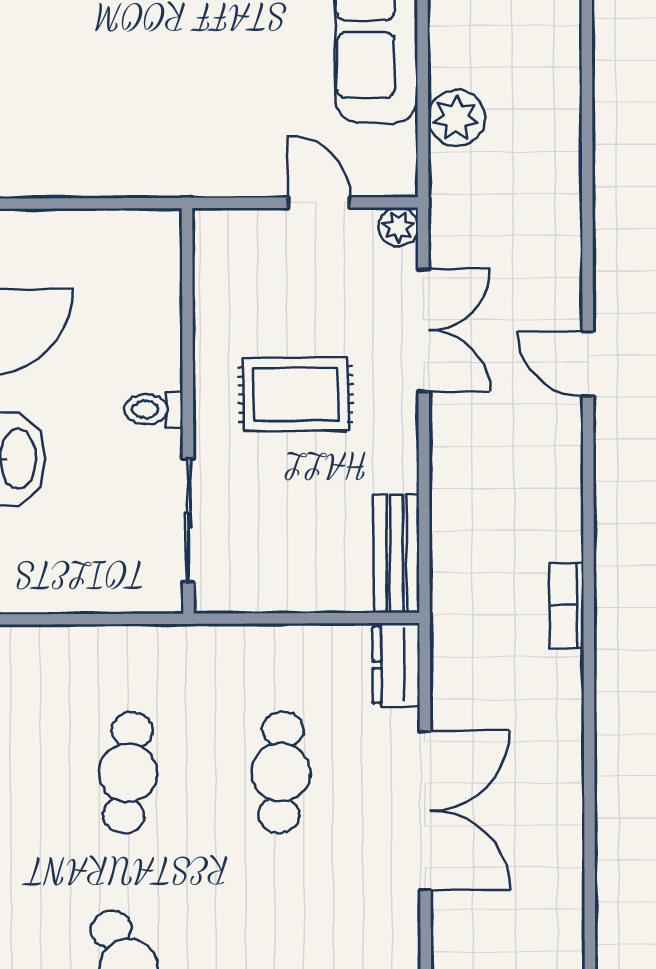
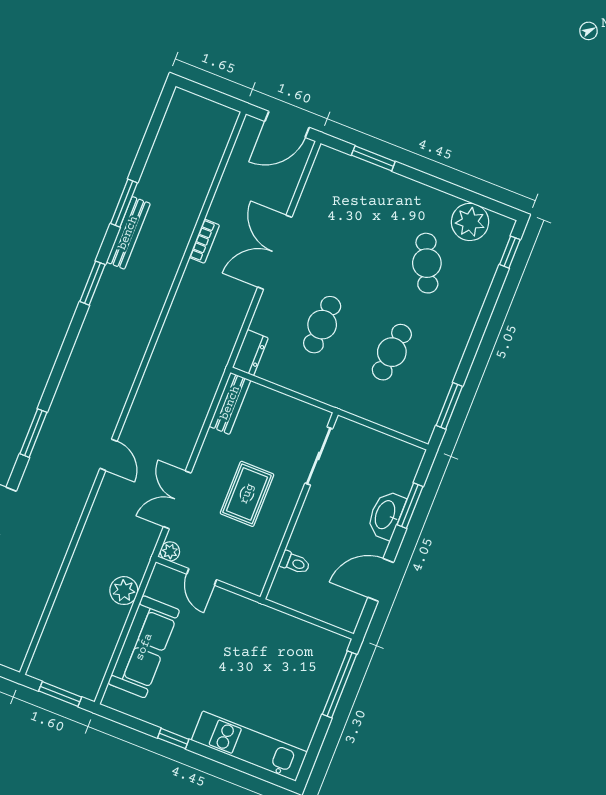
rug: (296, 394) -> (247, 494), turned 90
toilet: (153, 409) -> (295, 563), moved
bookcase: (567, 605) -> (204, 241), moved
double door: (425, 810) -> (275, 252), moved

